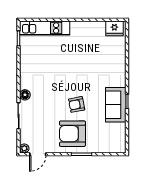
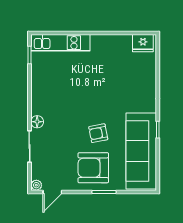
sofa: (116, 105) -> (141, 151), width x1.85, depth x1.27

